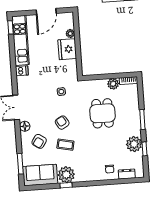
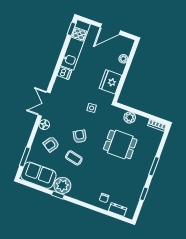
fridge: (67, 49) -> (111, 82), moved
plant: (113, 84) -> (130, 117), moved
dining table: (102, 113) -> (120, 144), turned 90
plant: (134, 144) -> (136, 185), removed

